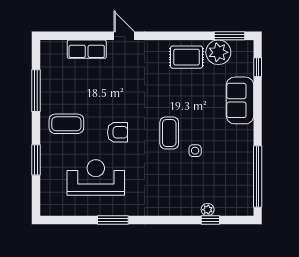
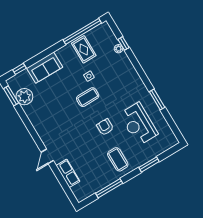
rug: (186, 57) -> (84, 49), moved

